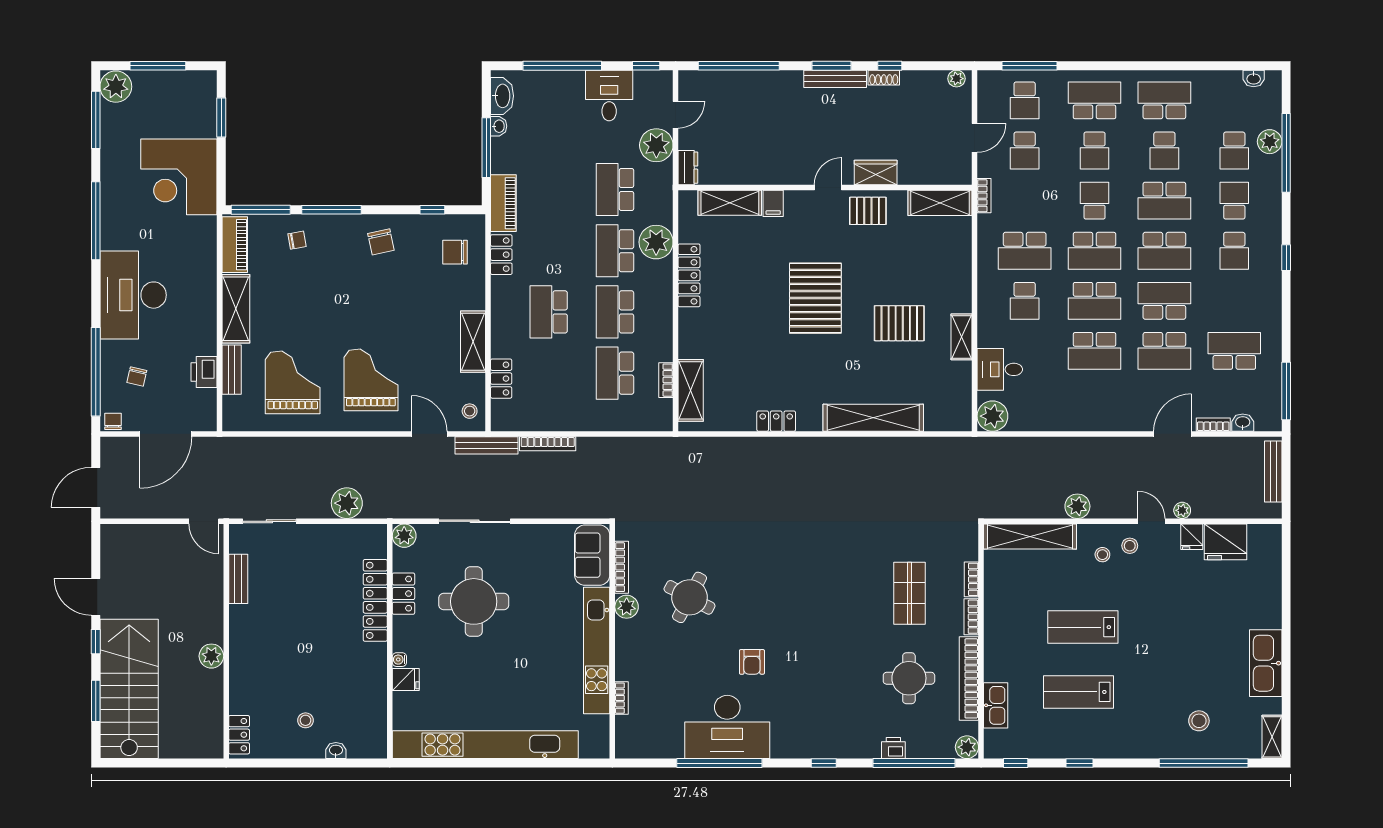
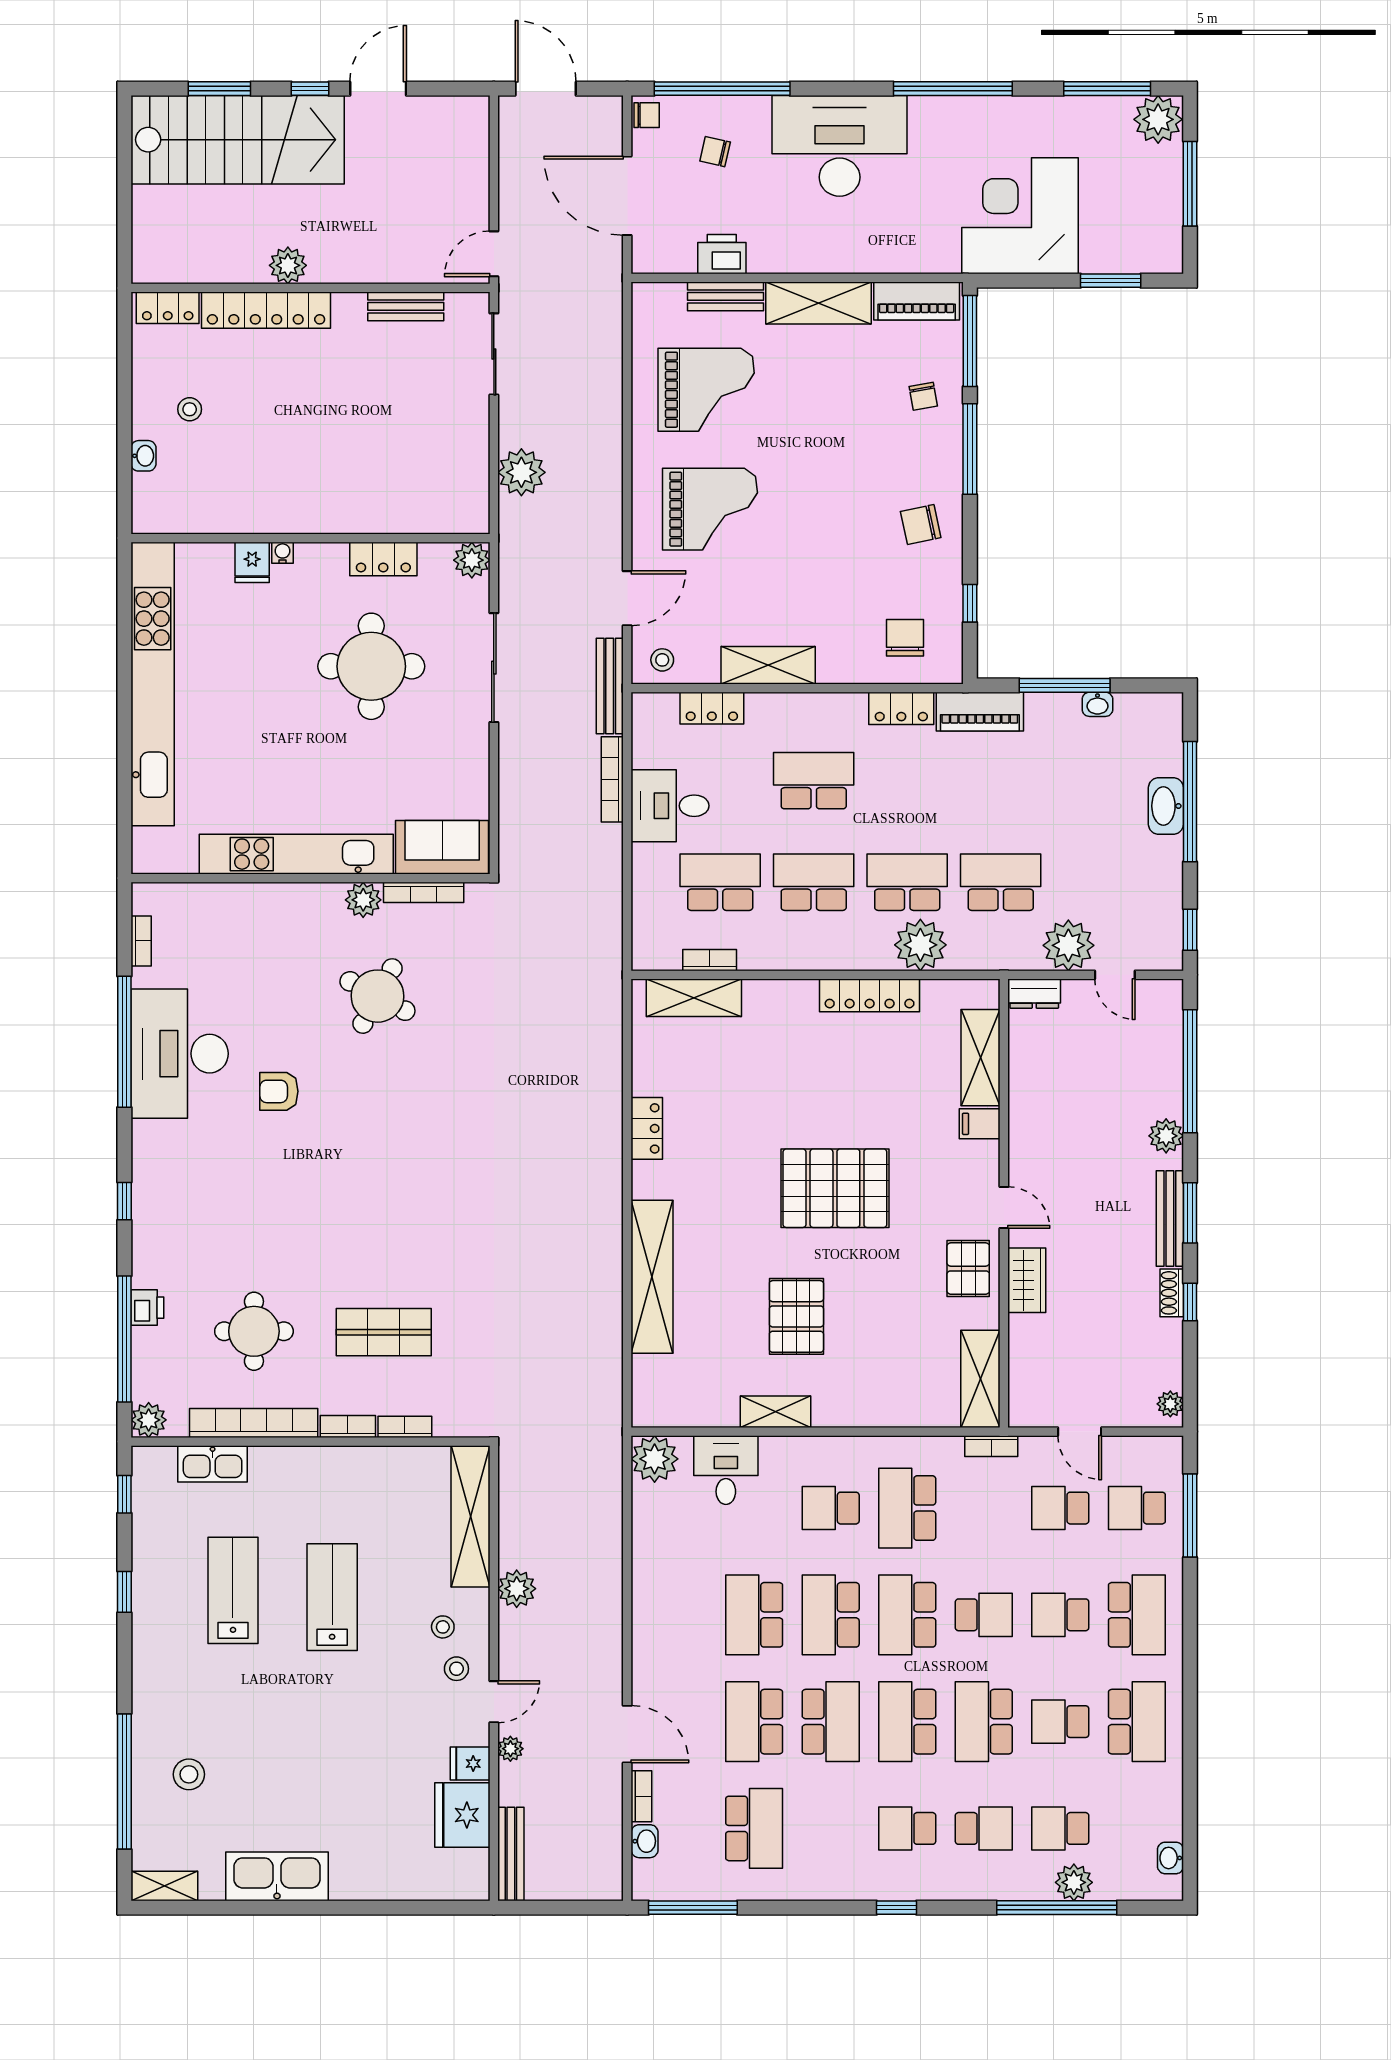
plant: (781, 81) -> (1166, 1136), added
desk: (609, 95) -> (670, 806), moved, turned 180
washbasin: (502, 96) -> (1166, 806), moved, turned 90
bench: (1273, 471) -> (511, 1854), moved, turned 90
locker: (375, 600) -> (266, 310), moved, turned 180
bookcase: (622, 698) -> (141, 941), moved, turned -90

